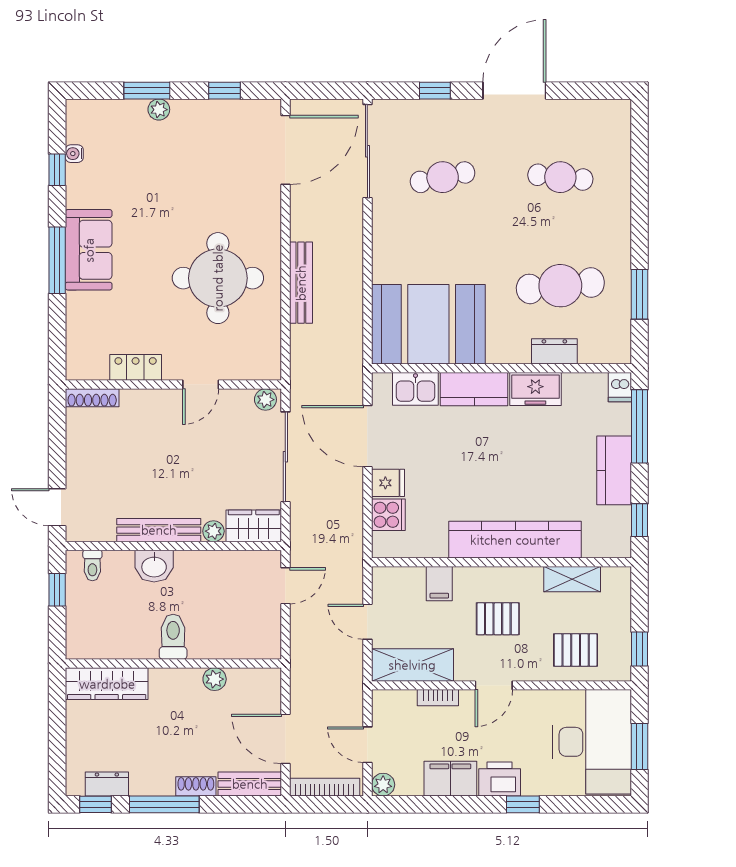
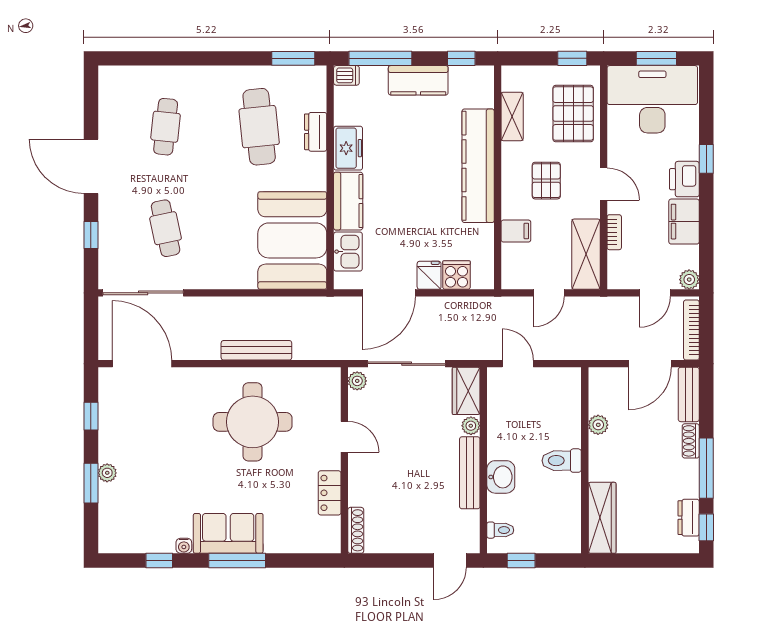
water cooler: (74, 154) -> (184, 546), moved
window: (640, 294) -> (293, 58), moved
pallet: (576, 650) -> (573, 114), width x1.50, depth x1.42

